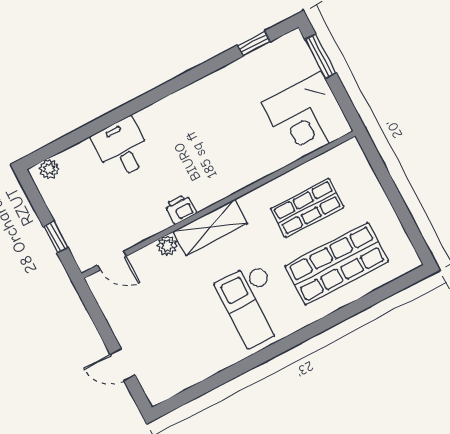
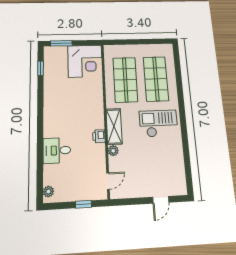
shop shelf: (307, 208) -> (125, 80), width x1.43, depth x1.36
checkout: (254, 305) -> (158, 123), turned 180

